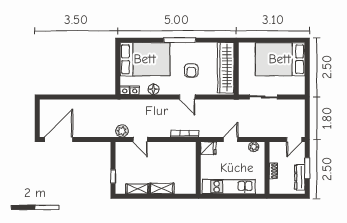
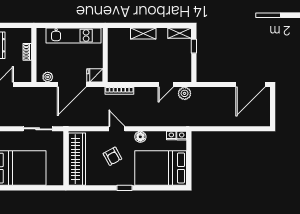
window: (180, 40) -> (124, 188), width x0.46
armchair: (191, 70) -> (112, 156), turned 151
floor lamp: (154, 89) -> (140, 137), moved
door: (140, 140) -> (166, 84), swing flipped
door: (230, 140) -> (72, 84), width x1.87
shelving: (137, 189) -> (180, 33), moved

